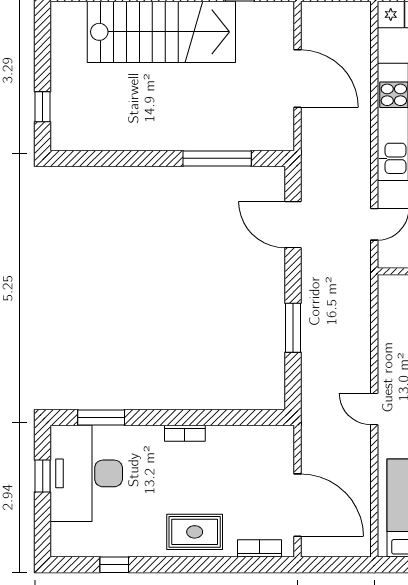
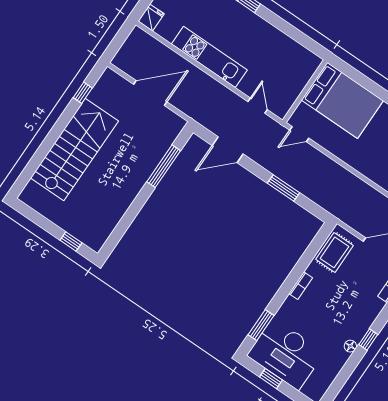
door: (374, 409) -> (299, 134), moved
rug: (195, 532) -> (334, 252), moved
floor lamp: (152, 548) -> (350, 346), added
window: (114, 565) -> (368, 340), moved

